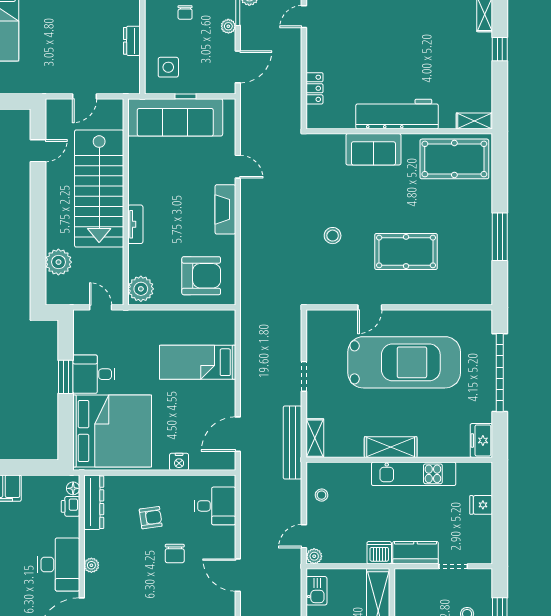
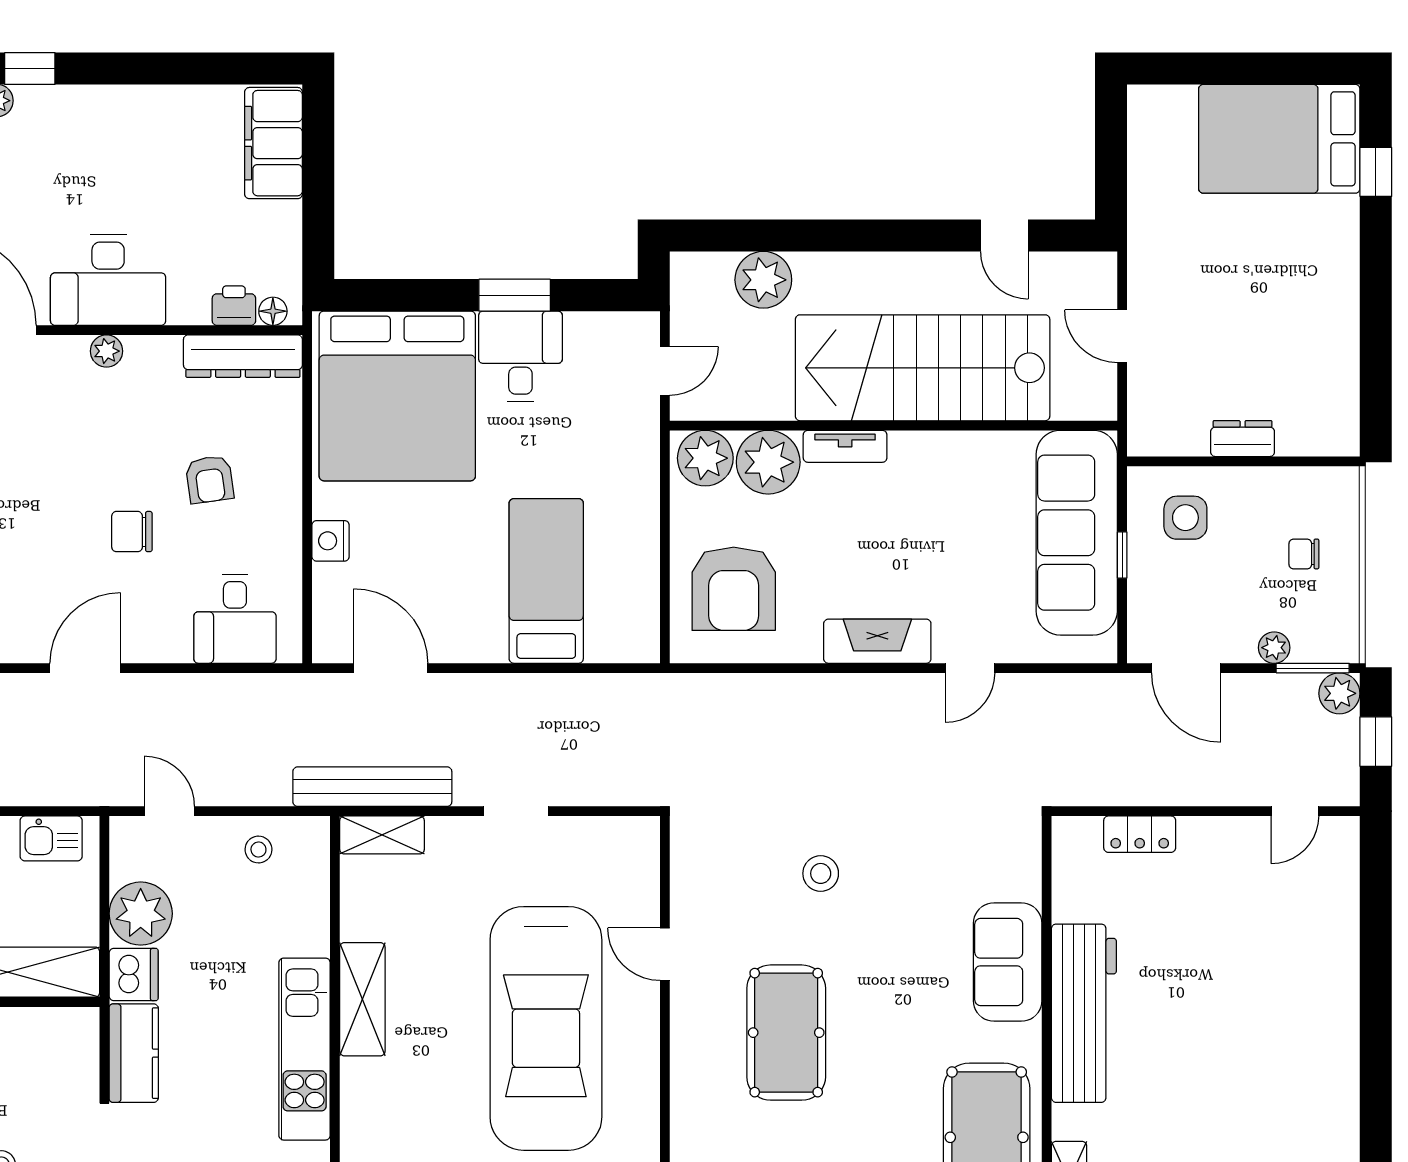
door: (304, 17) -> (1295, 811), swing flipped
plant: (143, 260) -> (768, 462), added
plant: (314, 556) -> (141, 914), moved, width x1.88, depth x1.88

